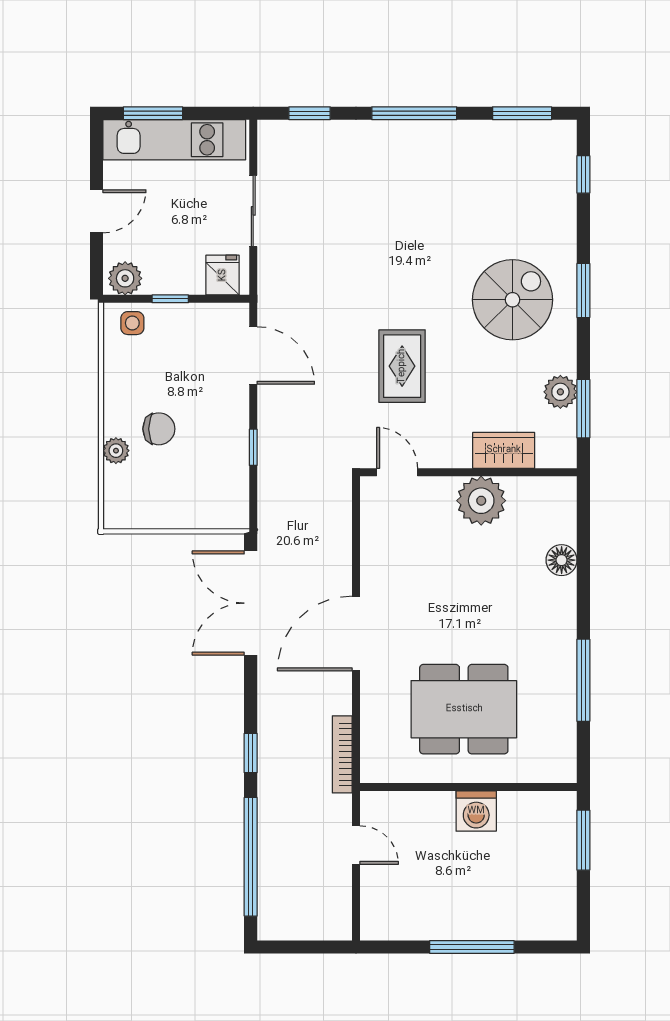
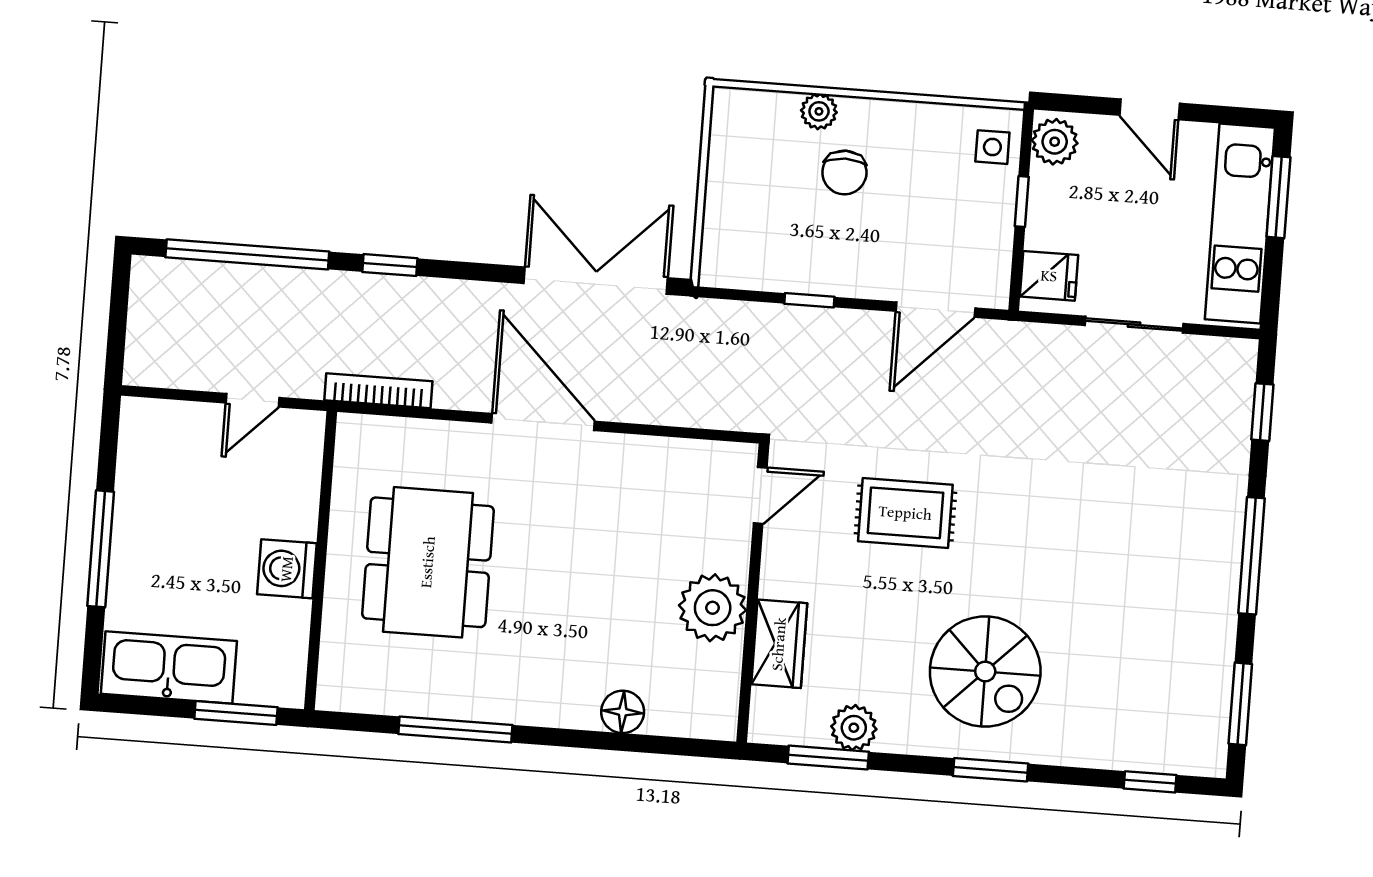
kitchen sink: (554, 891) -> (169, 667), added

